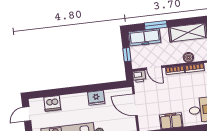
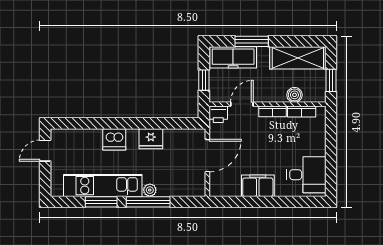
door: (154, 68) -> (242, 104), swing flipped
dishwasher: (52, 103) -> (114, 139), moved
door: (135, 105) -> (207, 156), swing flipped

